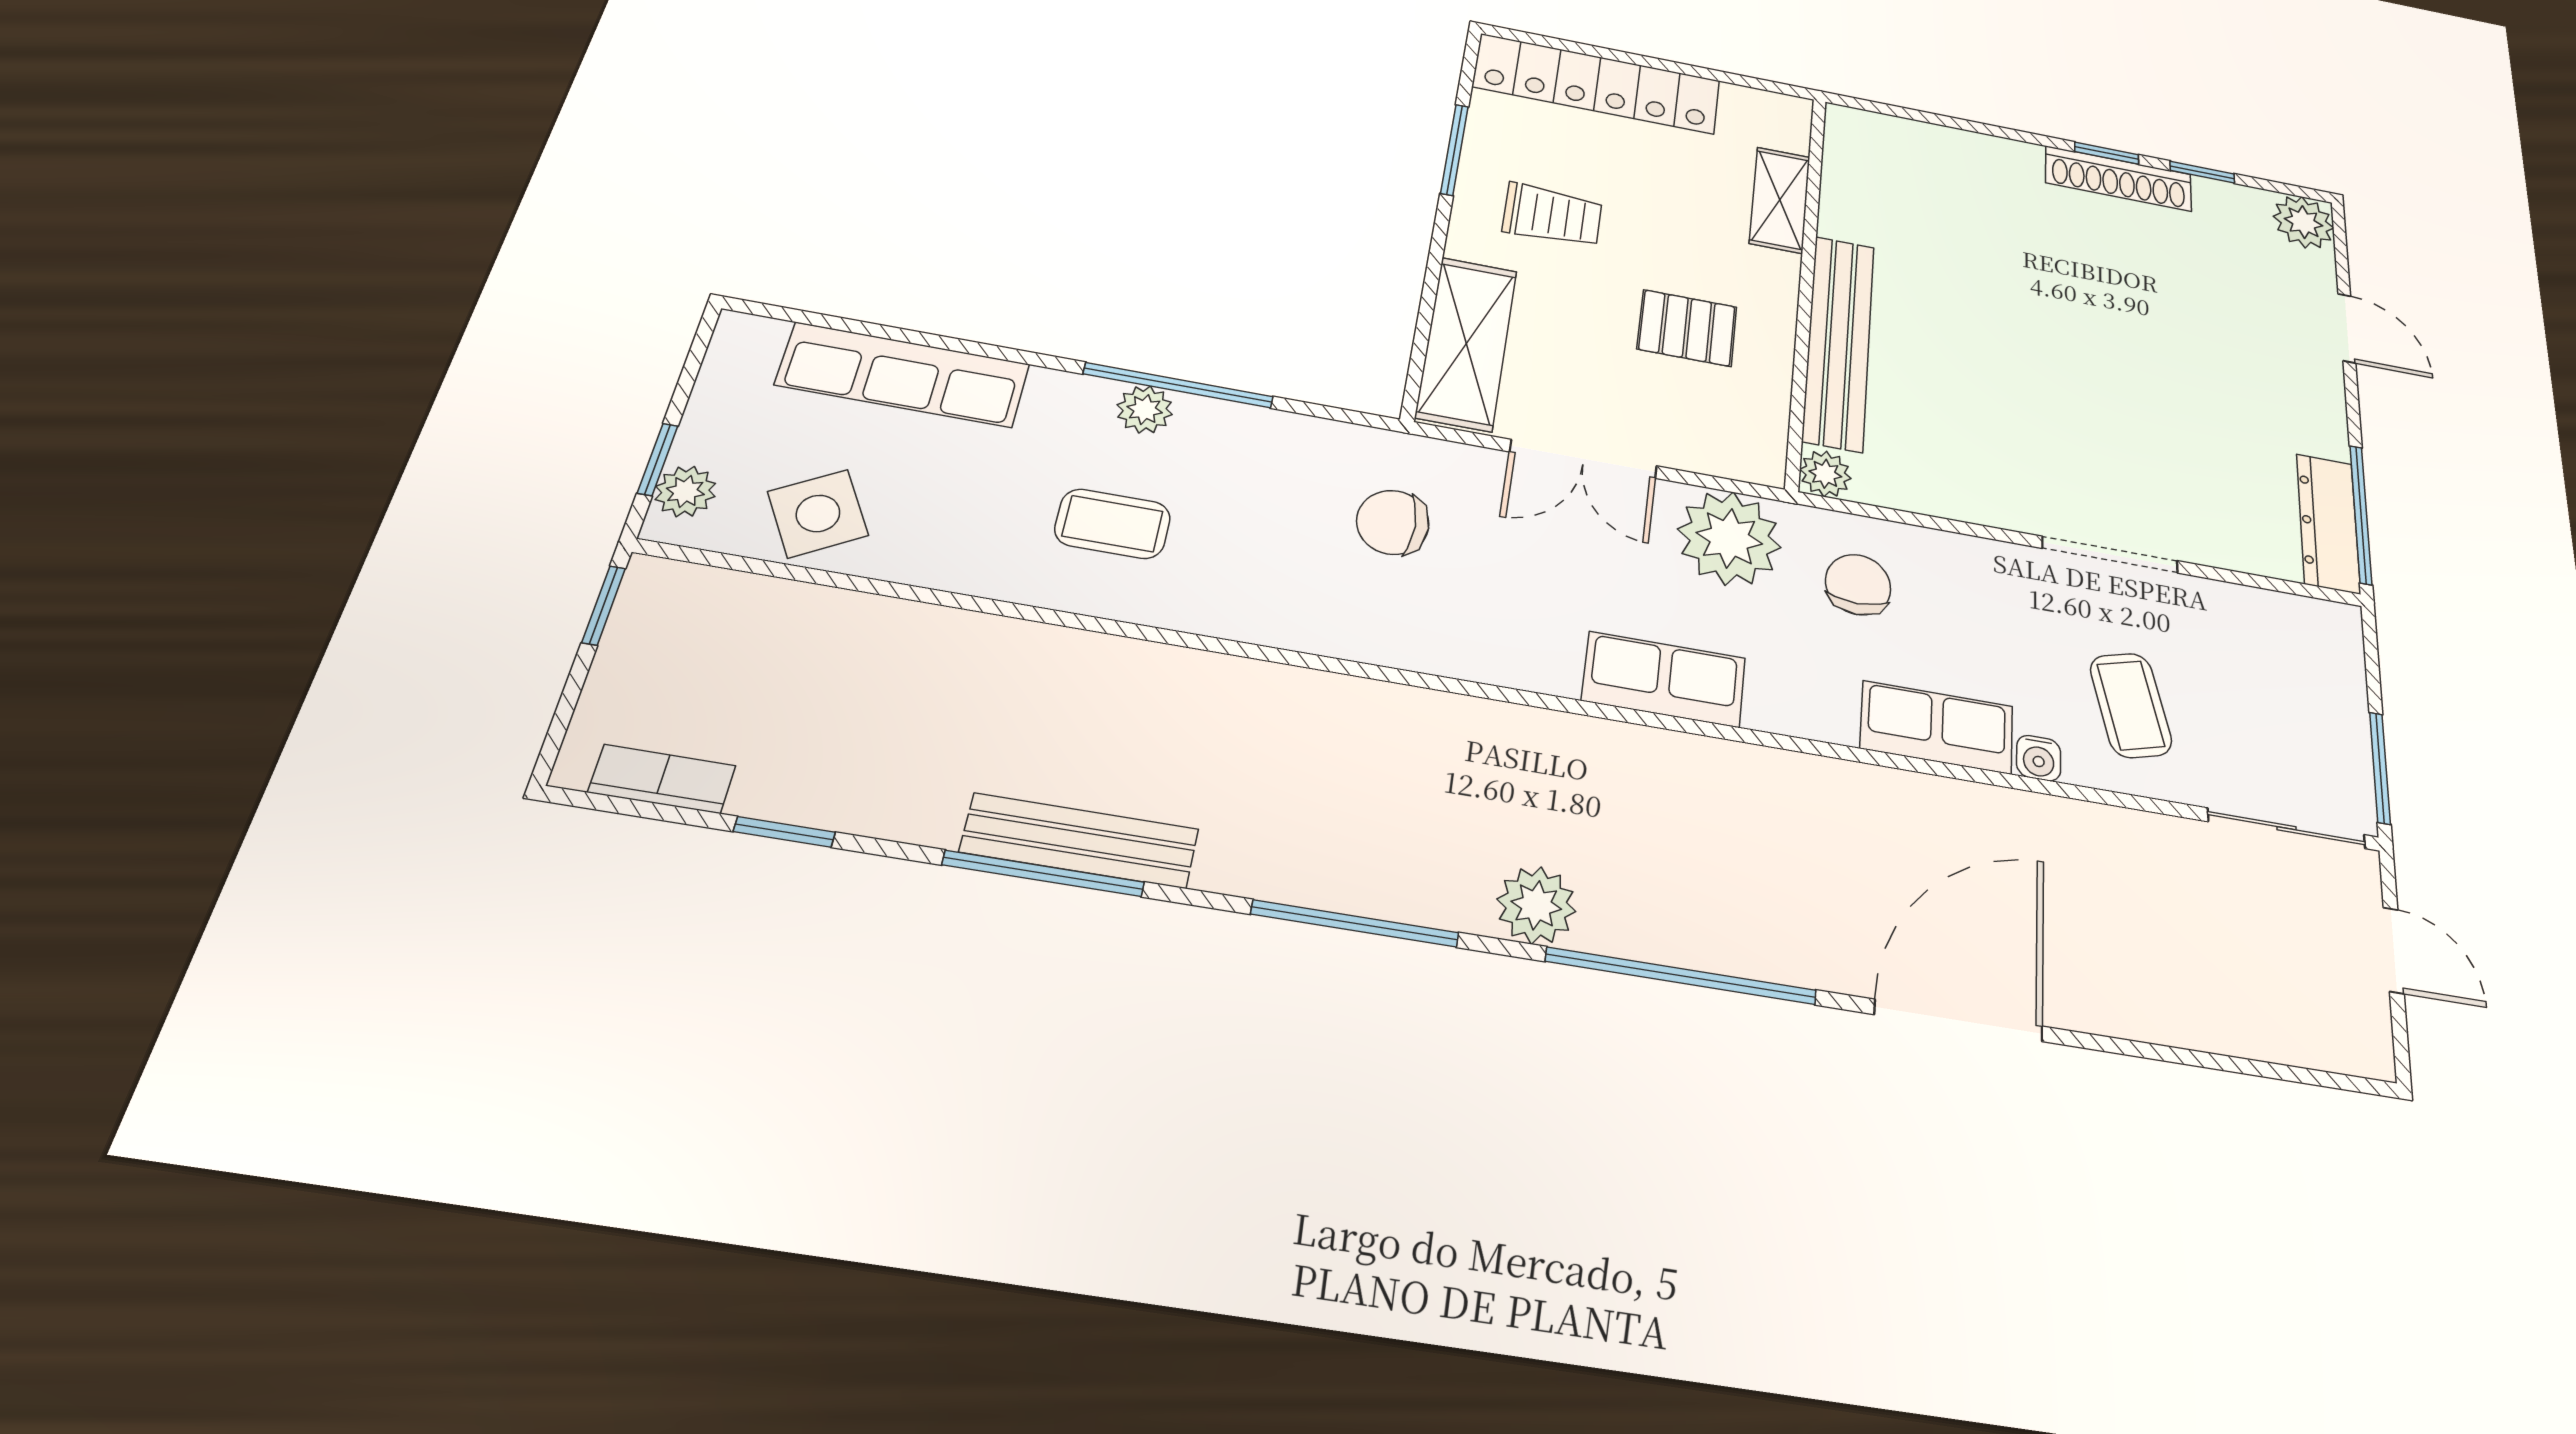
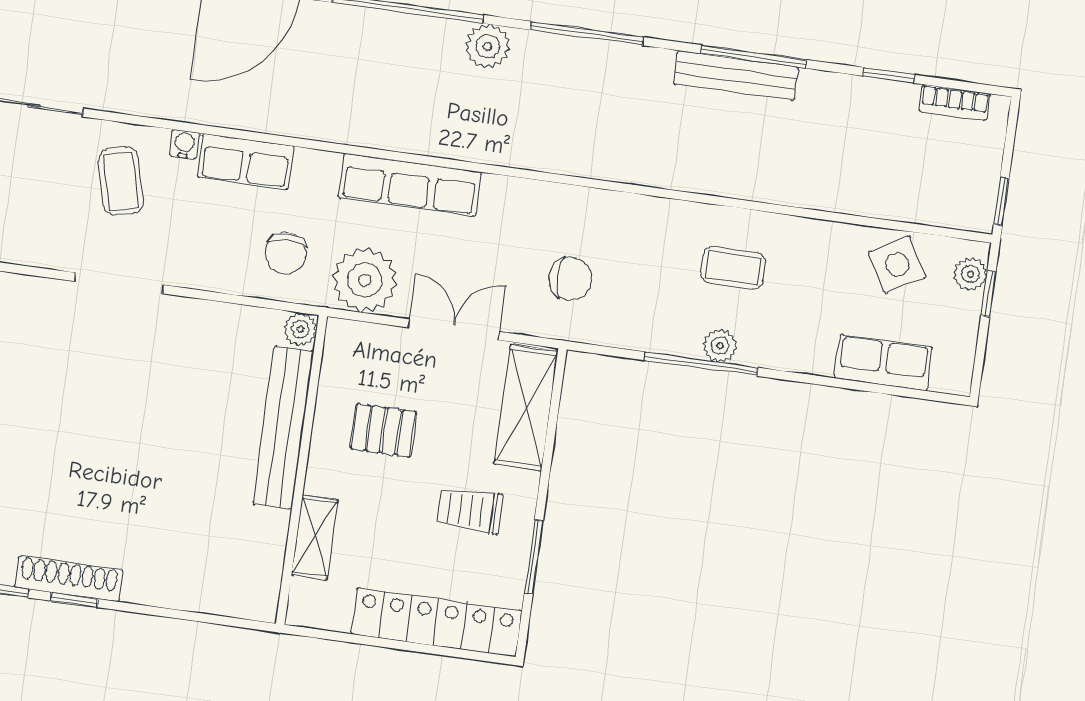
row of seats: (903, 375) -> (883, 362), width x0.68
row of seats: (1664, 679) -> (410, 185), width x1.48

